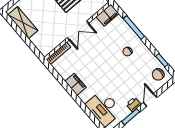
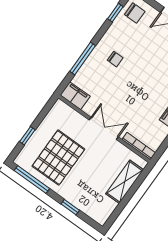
shelving: (23, 23) -> (125, 182), moved

